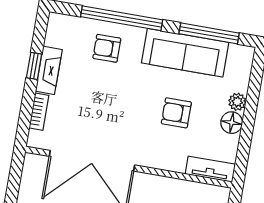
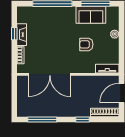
armchair: (107, 48) -> (48, 19), removed
sofa: (185, 53) -> (91, 15), width x0.73
floor lamp: (232, 123) -> (114, 44), removed

